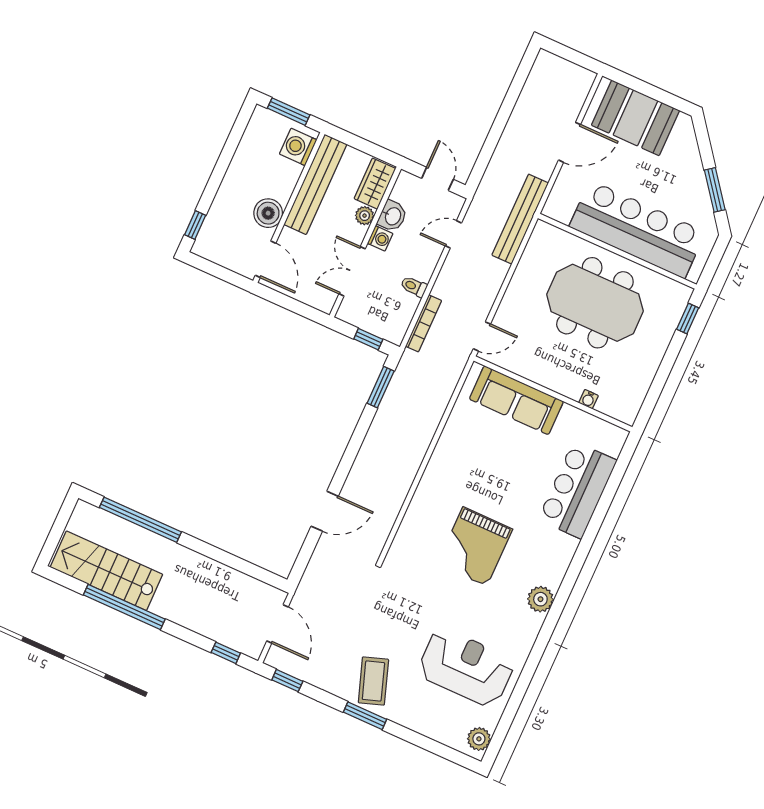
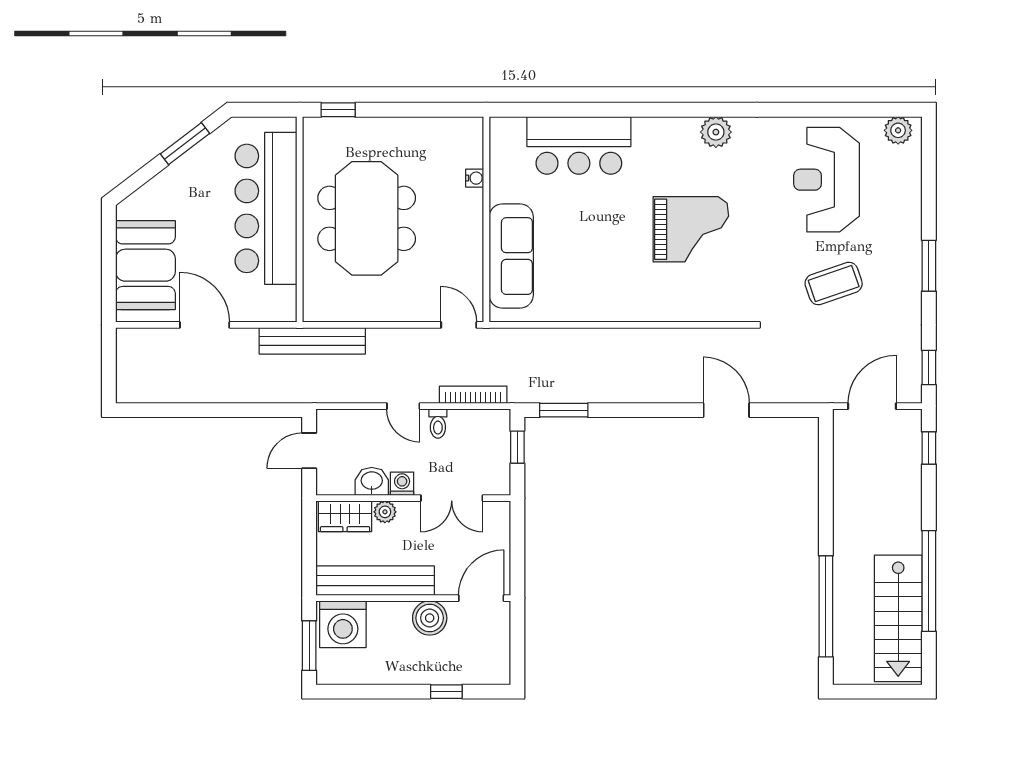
washing machine: (298, 147) -> (343, 624), width x1.37, depth x1.37
window: (195, 225) -> (446, 692), moved
door: (453, 234) -> (403, 406), moved
coffee table: (373, 681) -> (834, 283), moved

